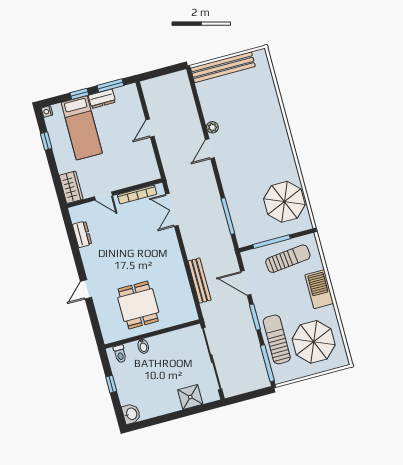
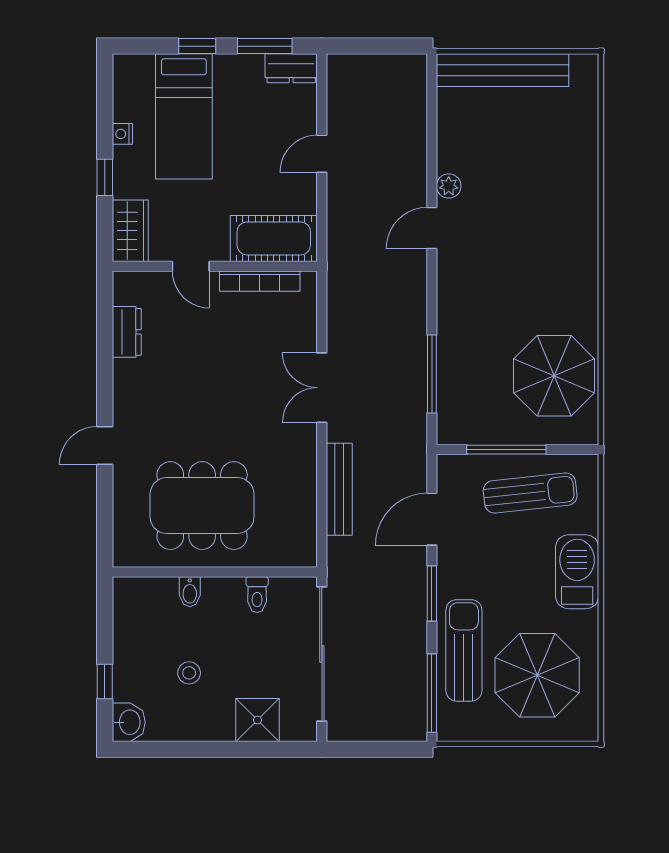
dresser: (102, 99) -> (291, 68), moved
nightstand: (47, 111) -> (122, 134), moved
window: (46, 141) -> (105, 177), moved
cot: (138, 173) -> (274, 238), added
double door: (172, 210) -> (322, 388), moved
door: (246, 283) -> (432, 519), hinge flipped
dining table: (138, 305) -> (202, 506), width x1.38
toilet: (120, 354) -> (257, 595), moved
window: (111, 384) -> (105, 681), moved
stool: (153, 384) -> (189, 673), added

